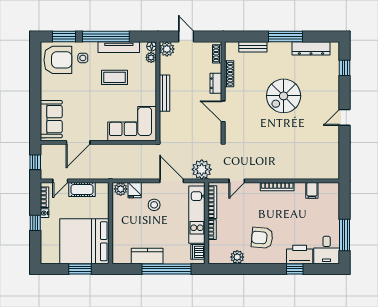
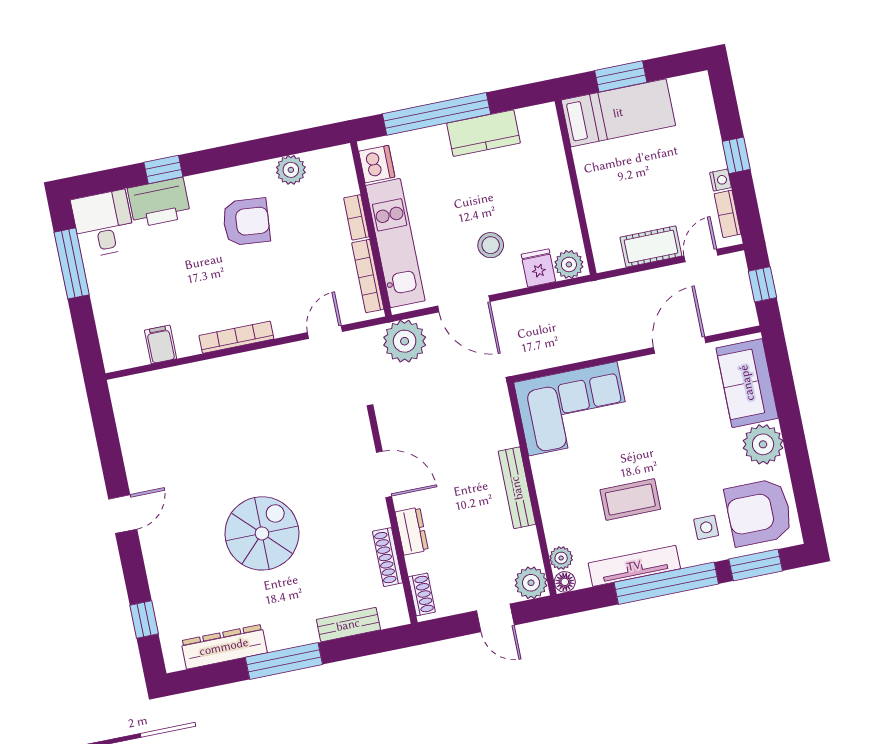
plant: (50, 90) -> (763, 444), added
bed: (84, 241) -> (618, 113), width x0.49

